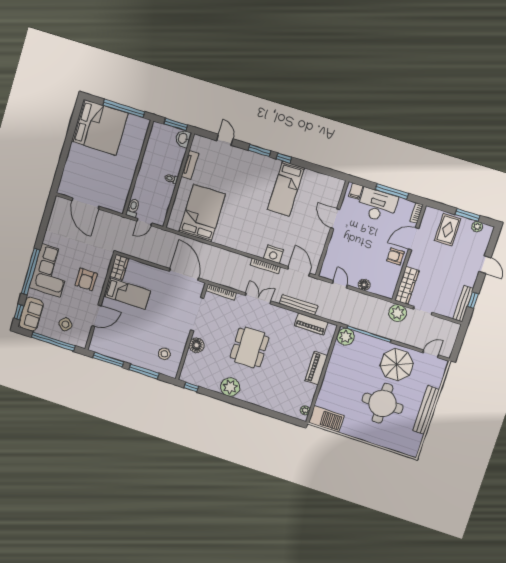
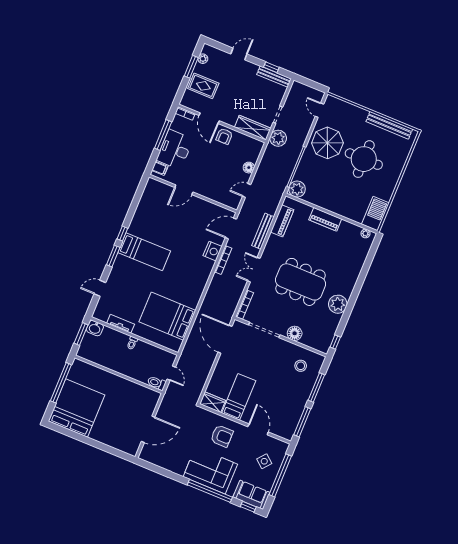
bed: (286, 189) -> (144, 252), moved
door: (184, 275) -> (225, 339), hinge flipped
dining table: (250, 347) -> (301, 282), width x1.36, depth x1.24
bench: (426, 410) -> (389, 125), moved

